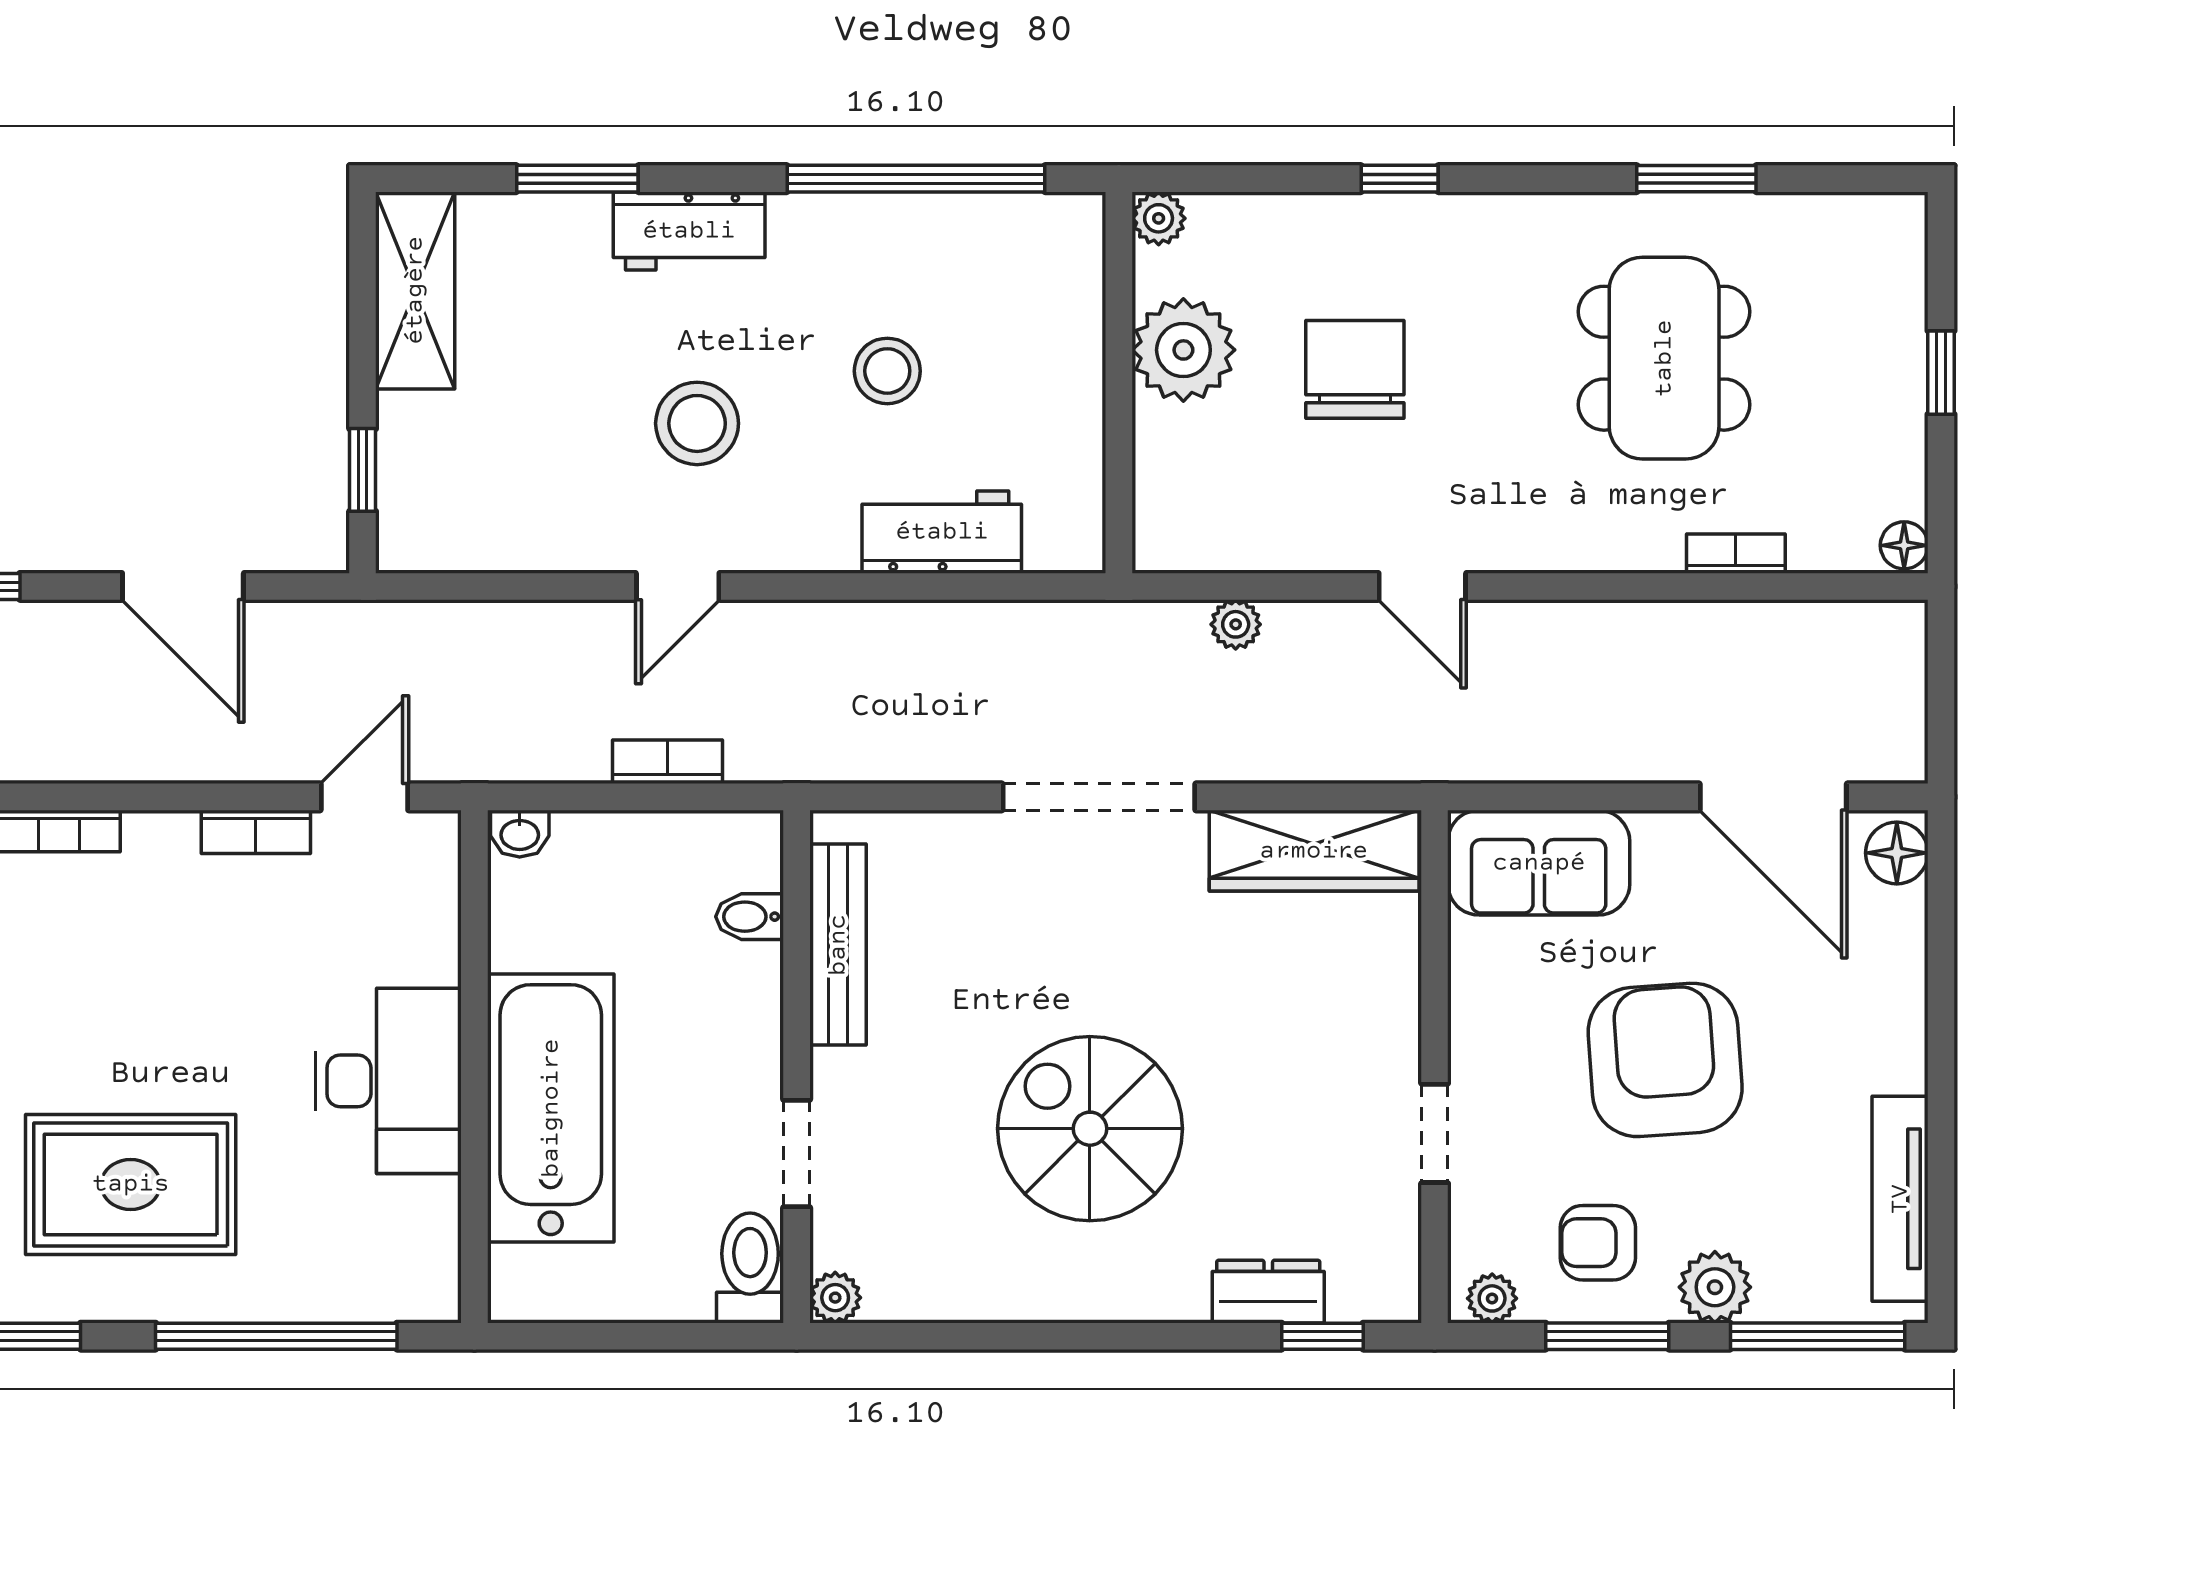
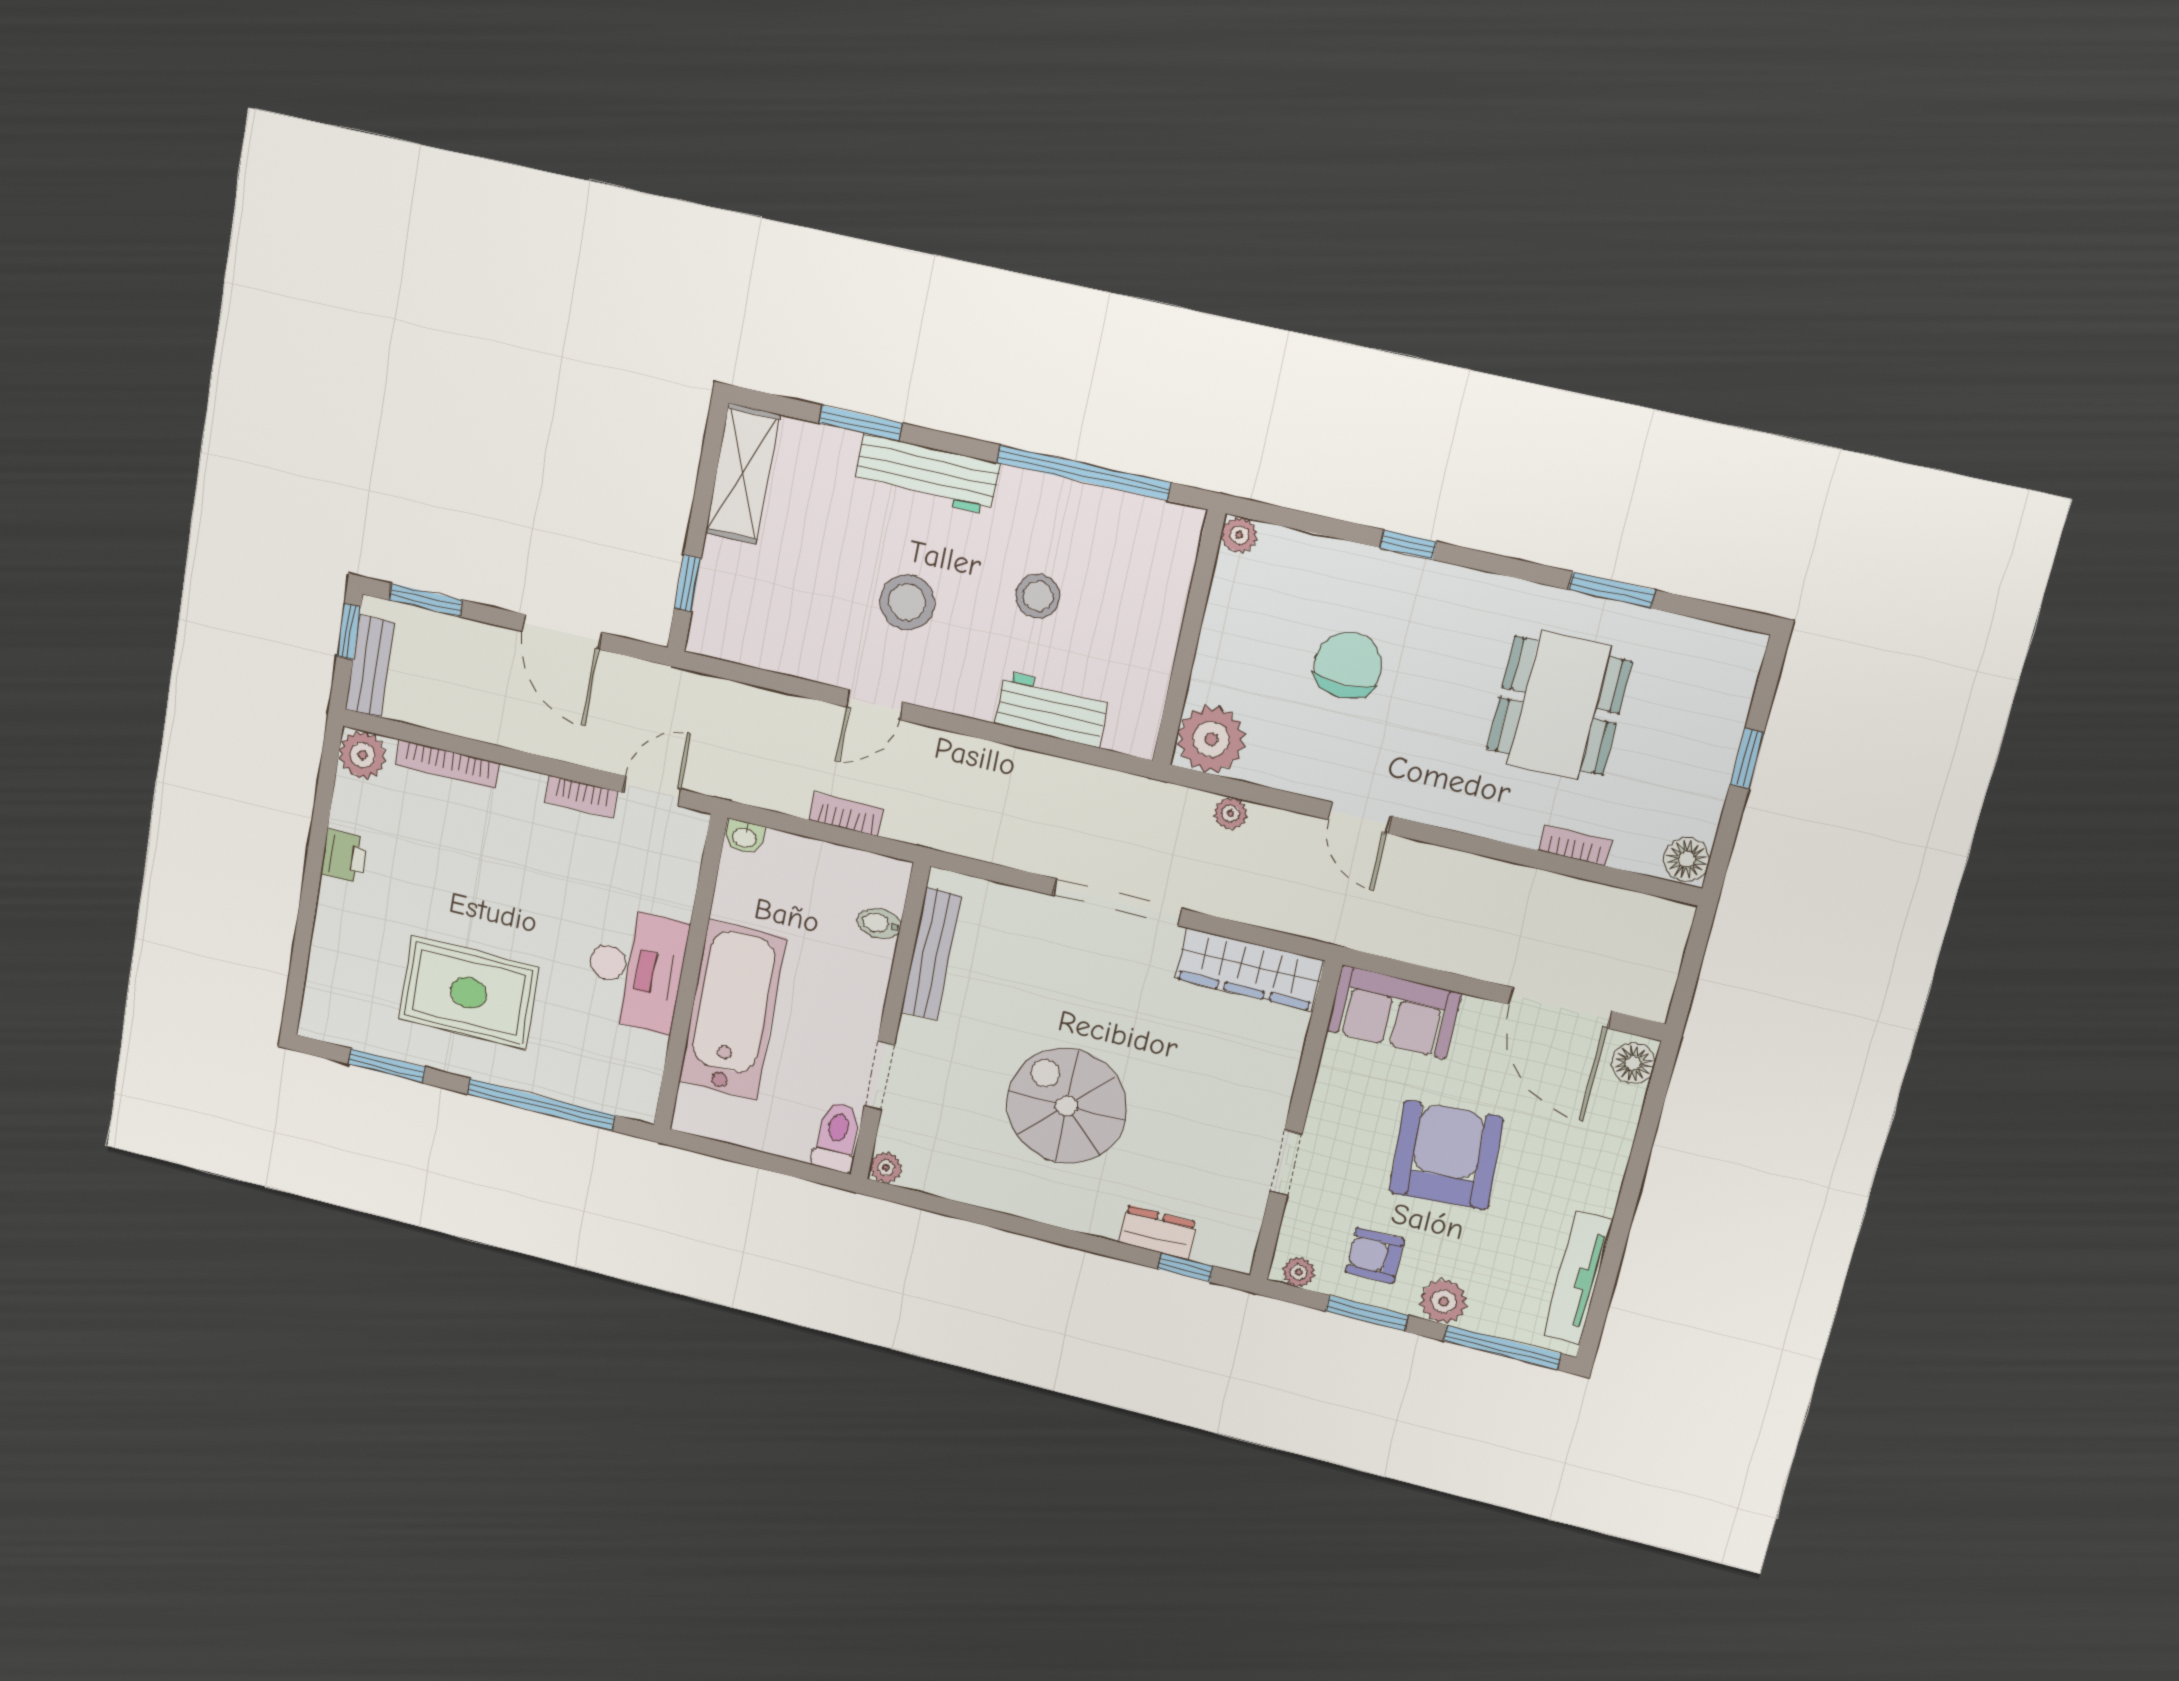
workbench: (689, 231) -> (927, 474), width x1.38
plant: (1183, 350) -> (1211, 739), moved
floor lamp: (1904, 545) -> (1687, 859), width x1.37, depth x1.37

